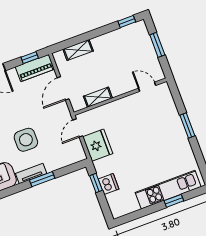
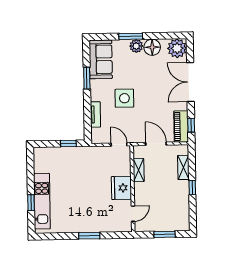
window: (127, 21) -> (192, 188), moved
fridge: (98, 145) -> (121, 188), moved, turned 90
tv unit: (31, 174) -> (95, 114), moved
window: (42, 179) -> (87, 78), moved
dishwasher: (109, 184) -> (64, 154), removed

